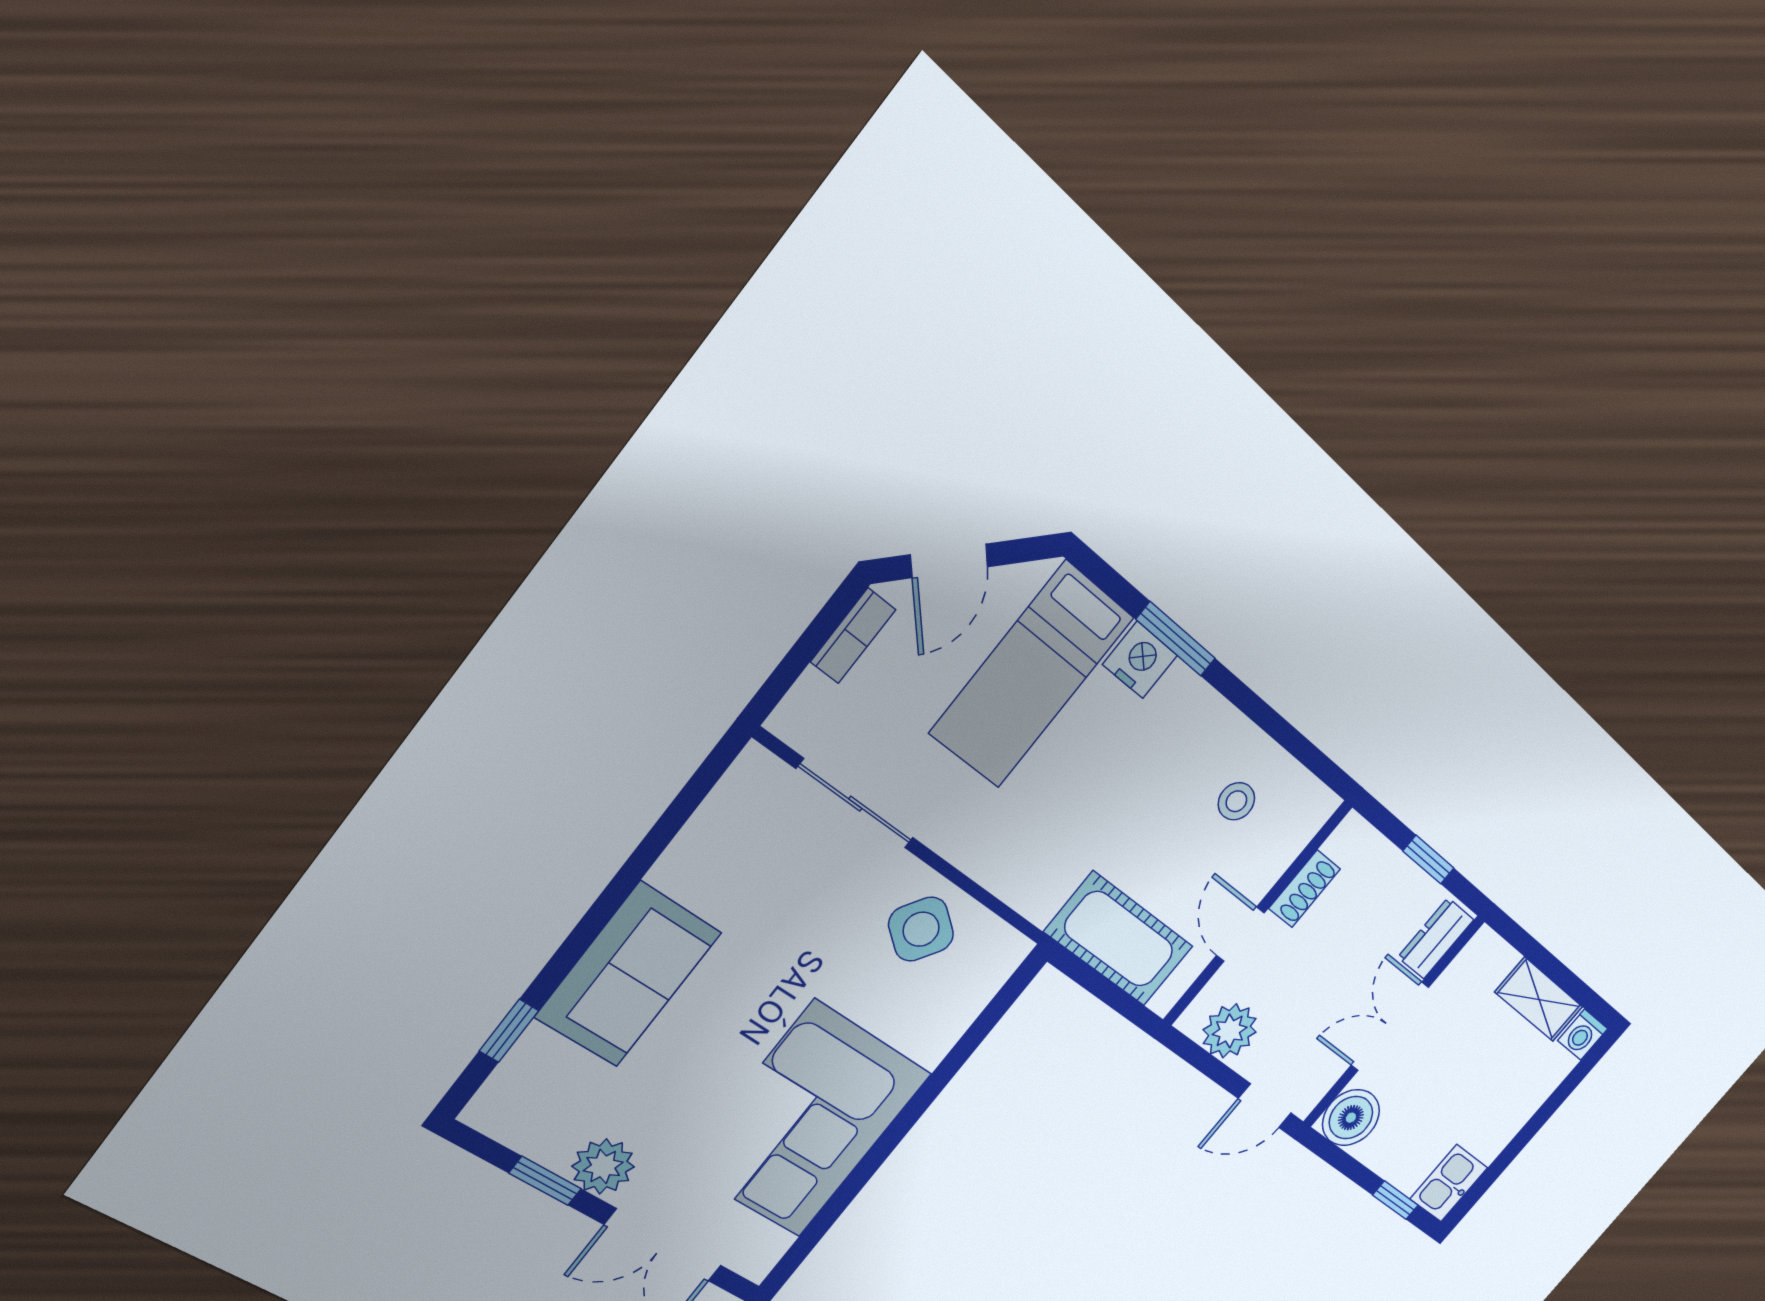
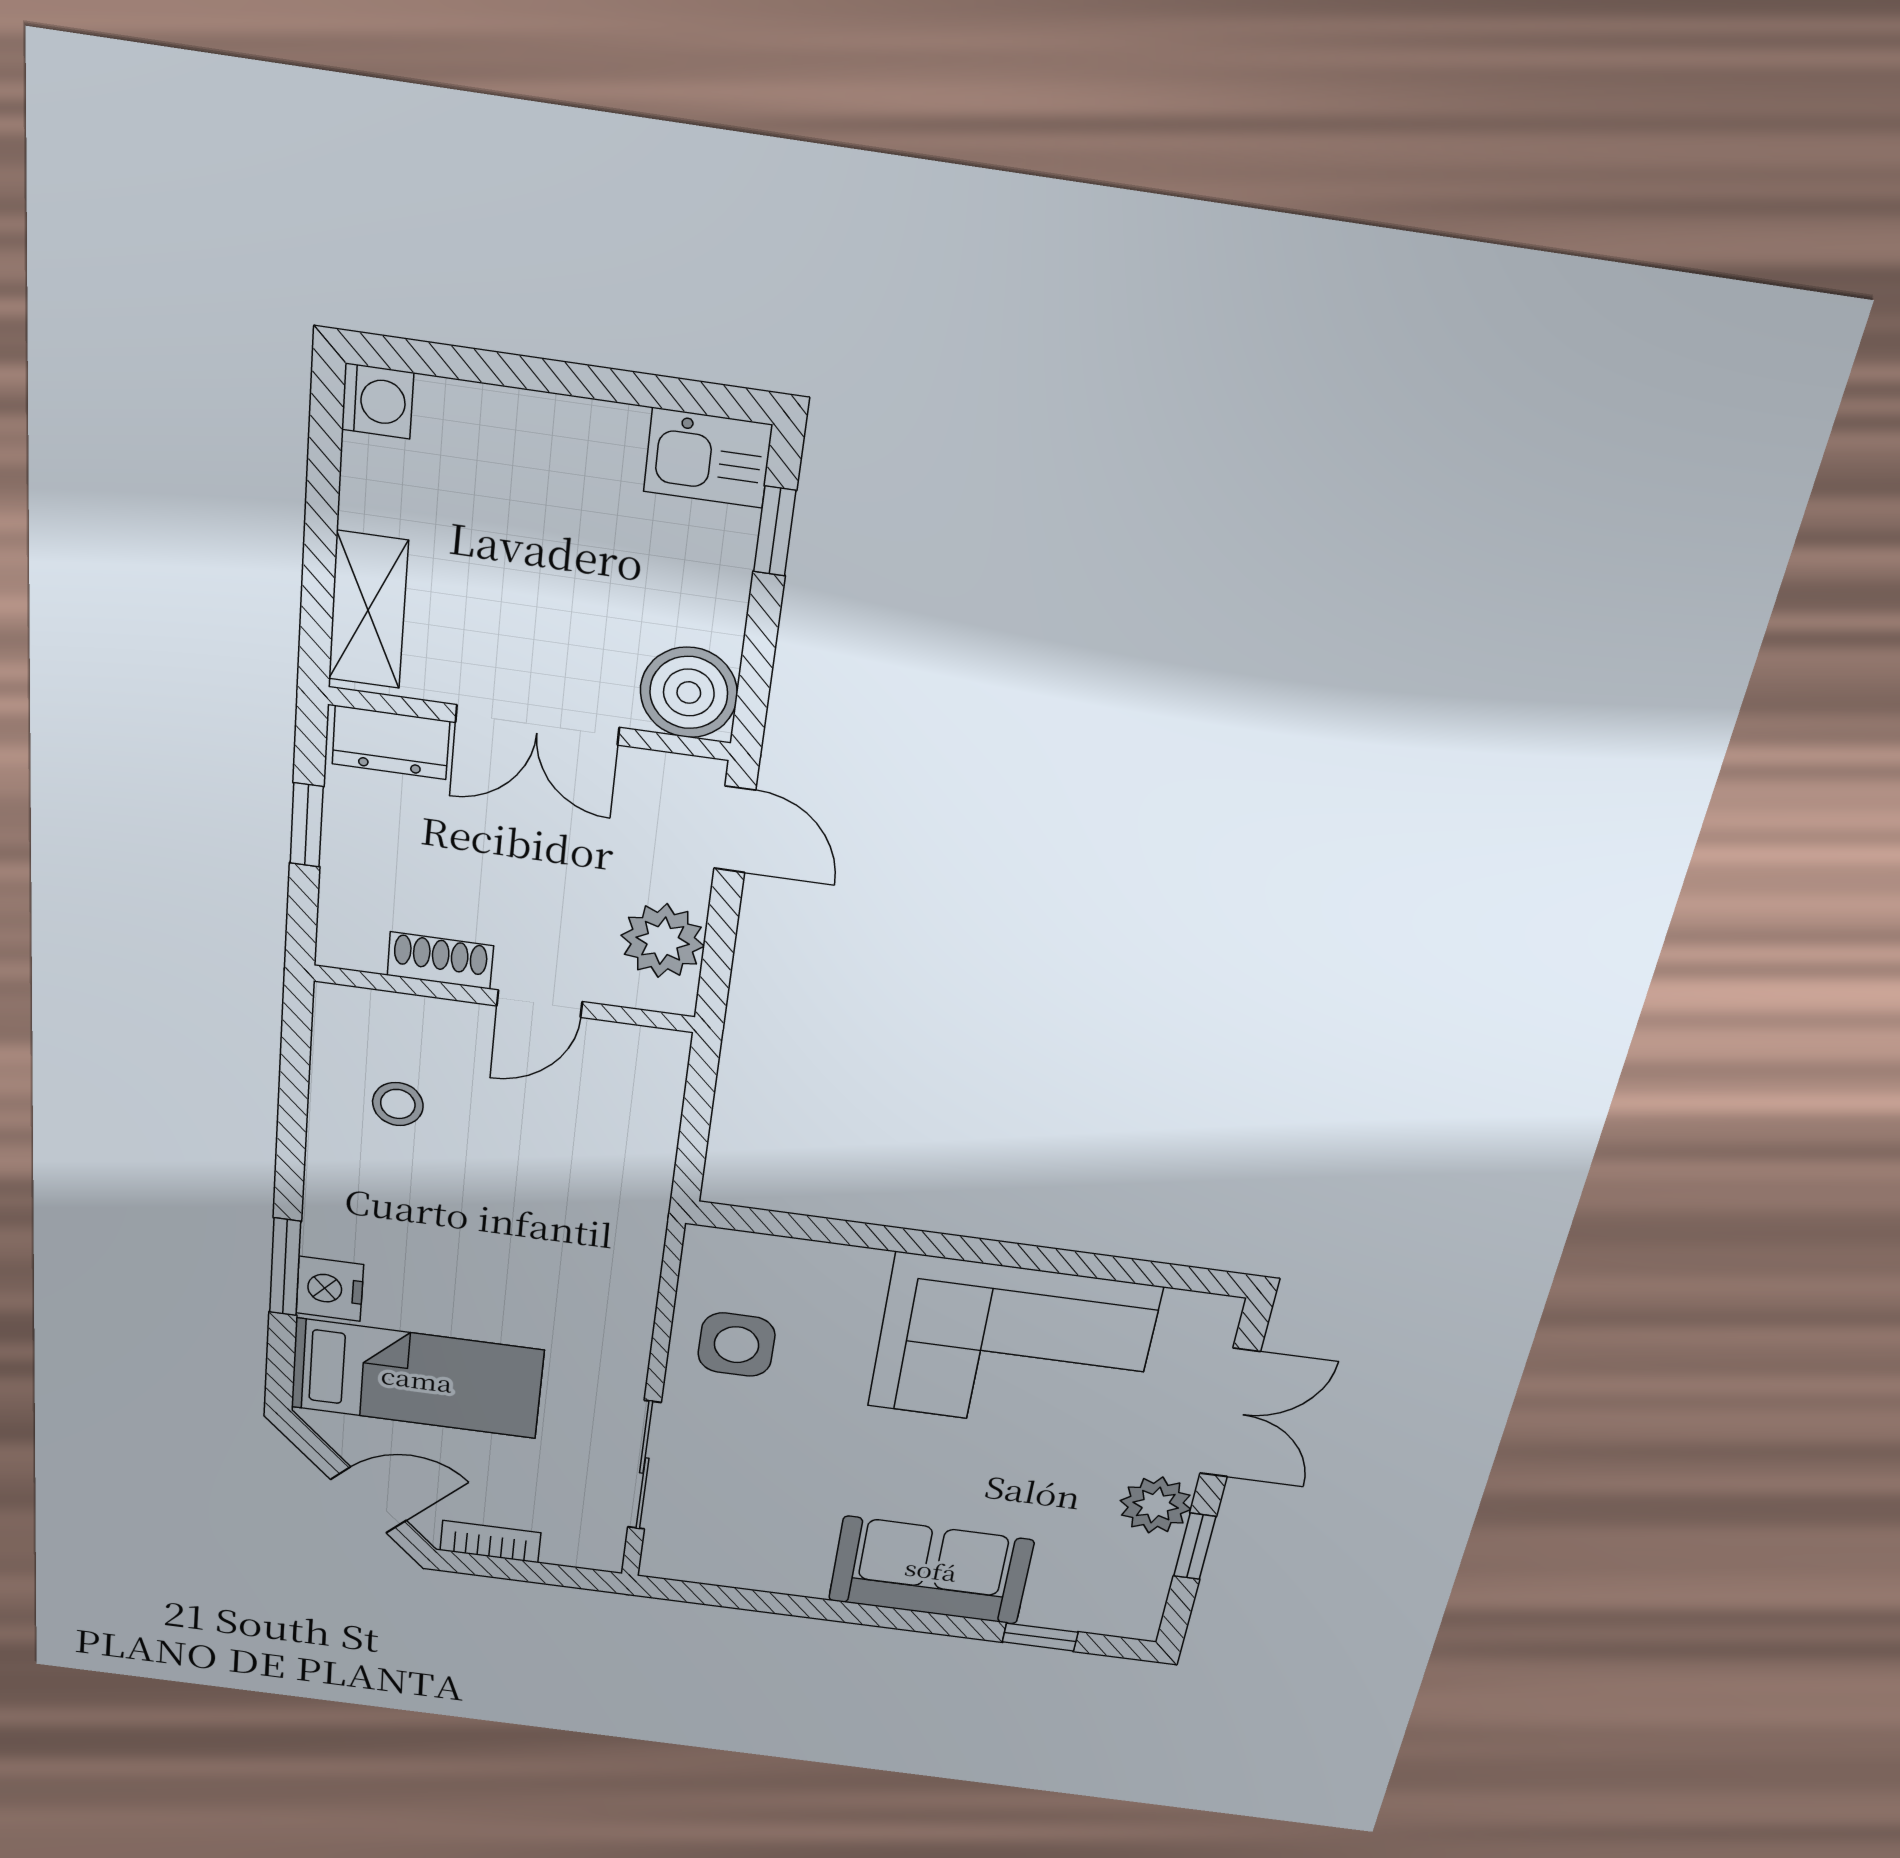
side table: (921, 929) -> (736, 1345), turned -35
cot: (1119, 939) -> (628, 1139), removed
shelving: (1539, 999) -> (368, 610), moved

